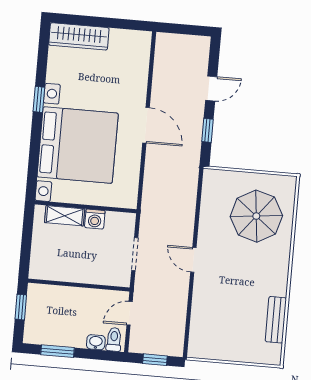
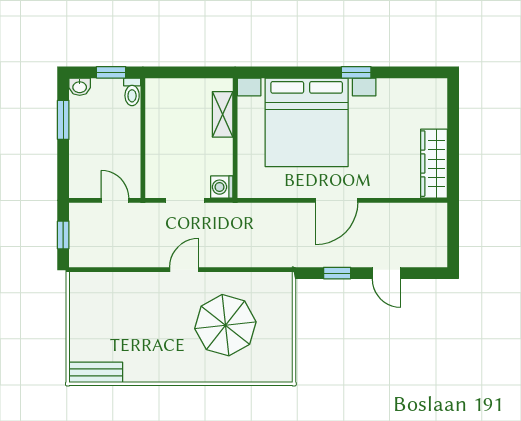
wardrobe: (79, 36) -> (434, 164), moved
parasol: (256, 216) -> (225, 325), moved
washing machine: (95, 219) -> (222, 187), moved
bench: (276, 320) -> (96, 372), moved
toilet: (114, 339) -> (132, 92), moved, turned 90
washbasin: (96, 342) -> (80, 87), moved, turned 90

